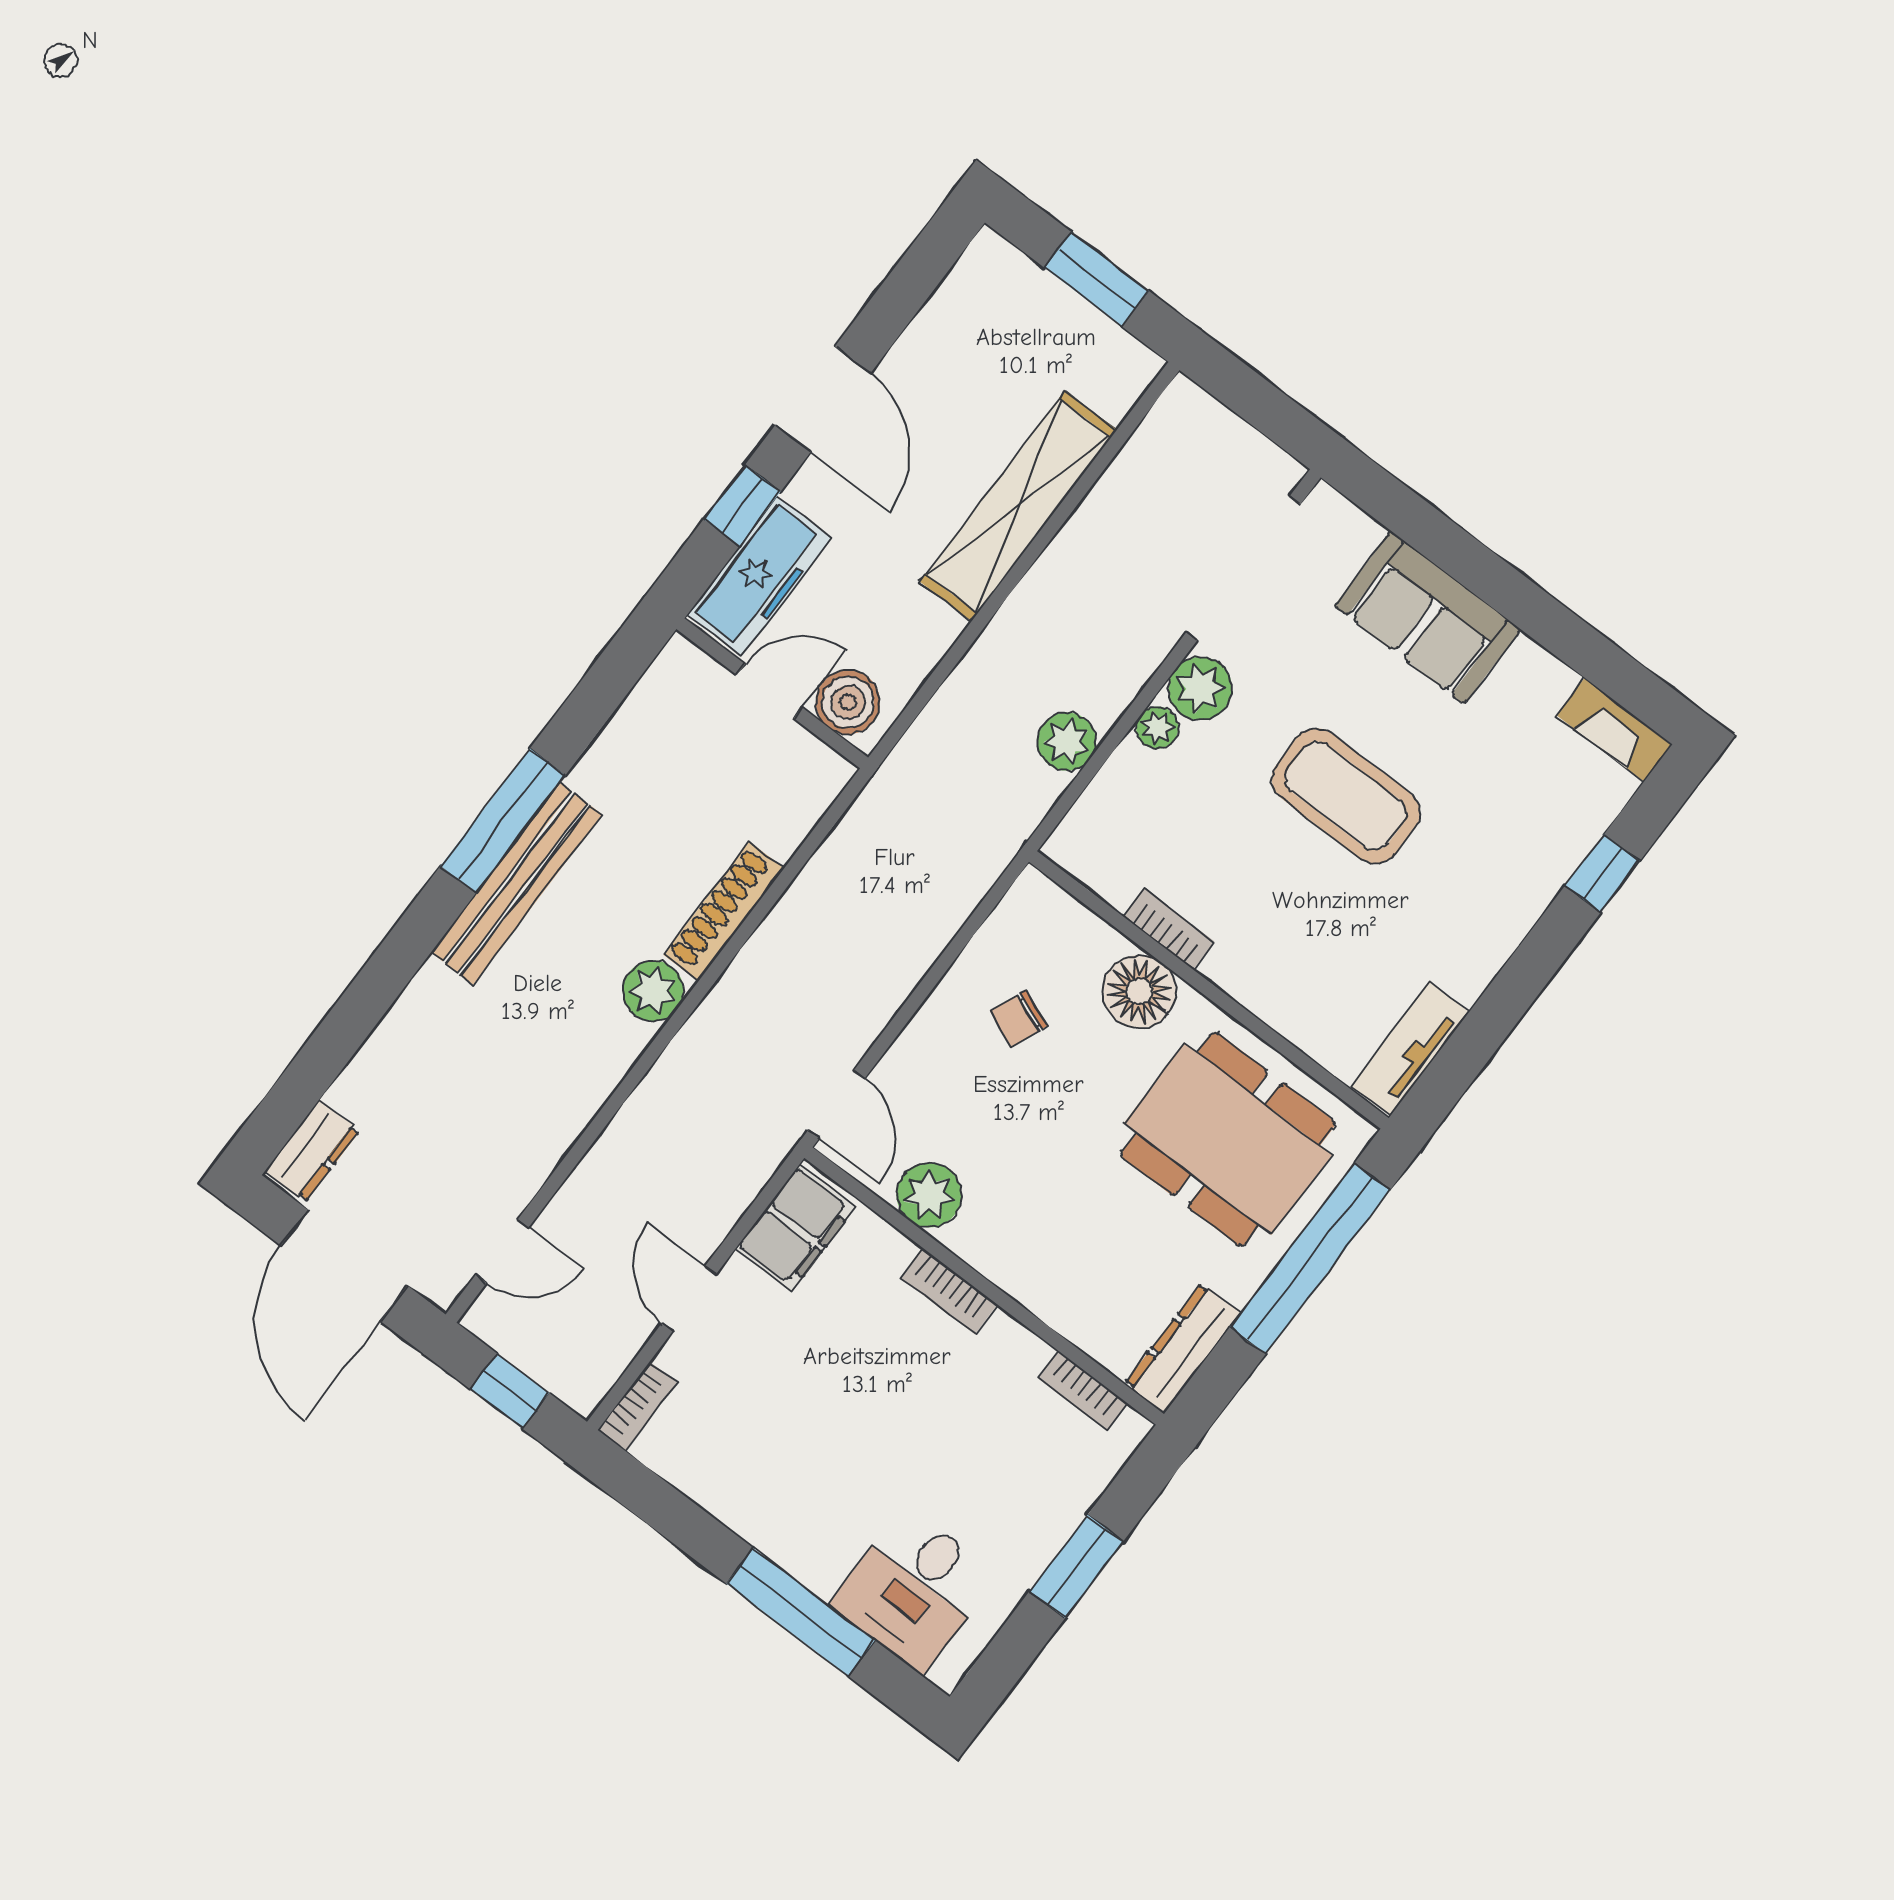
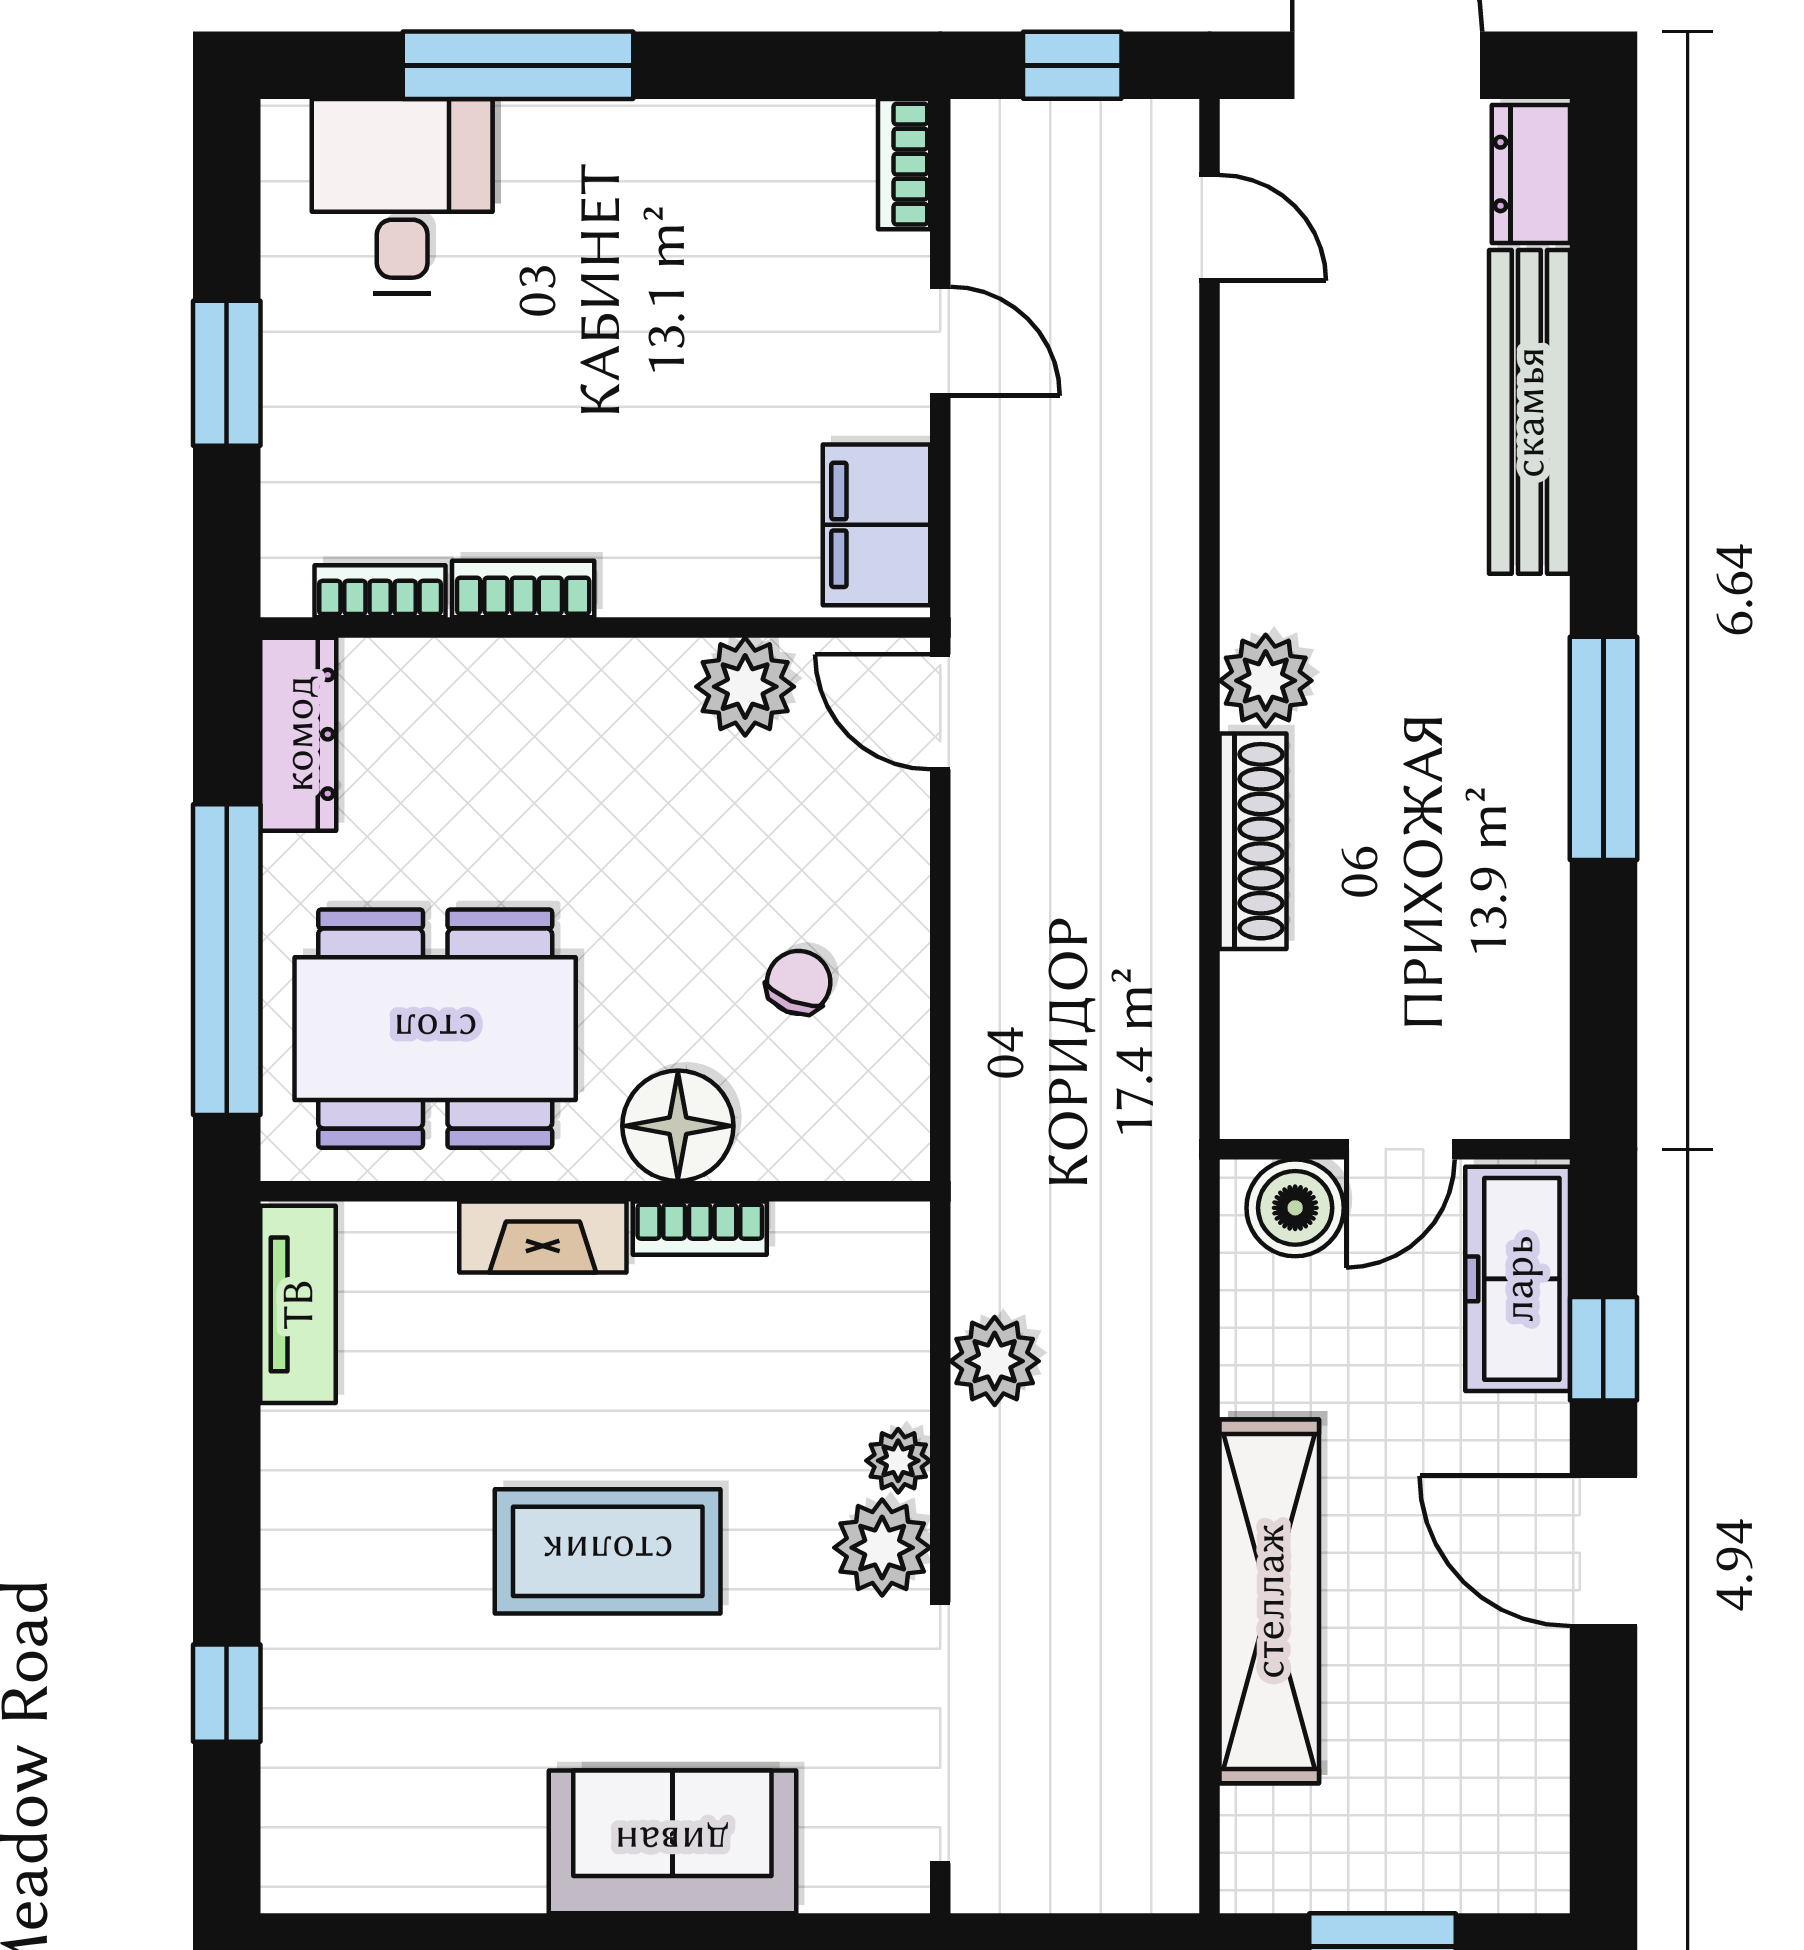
fireplace: (1614, 730) -> (543, 1237), moved, turned 180
bench: (516, 883) -> (1529, 412), moved
door: (502, 1251) -> (1210, 228), swing flipped
bookcase: (949, 1291) -> (523, 589), moved

